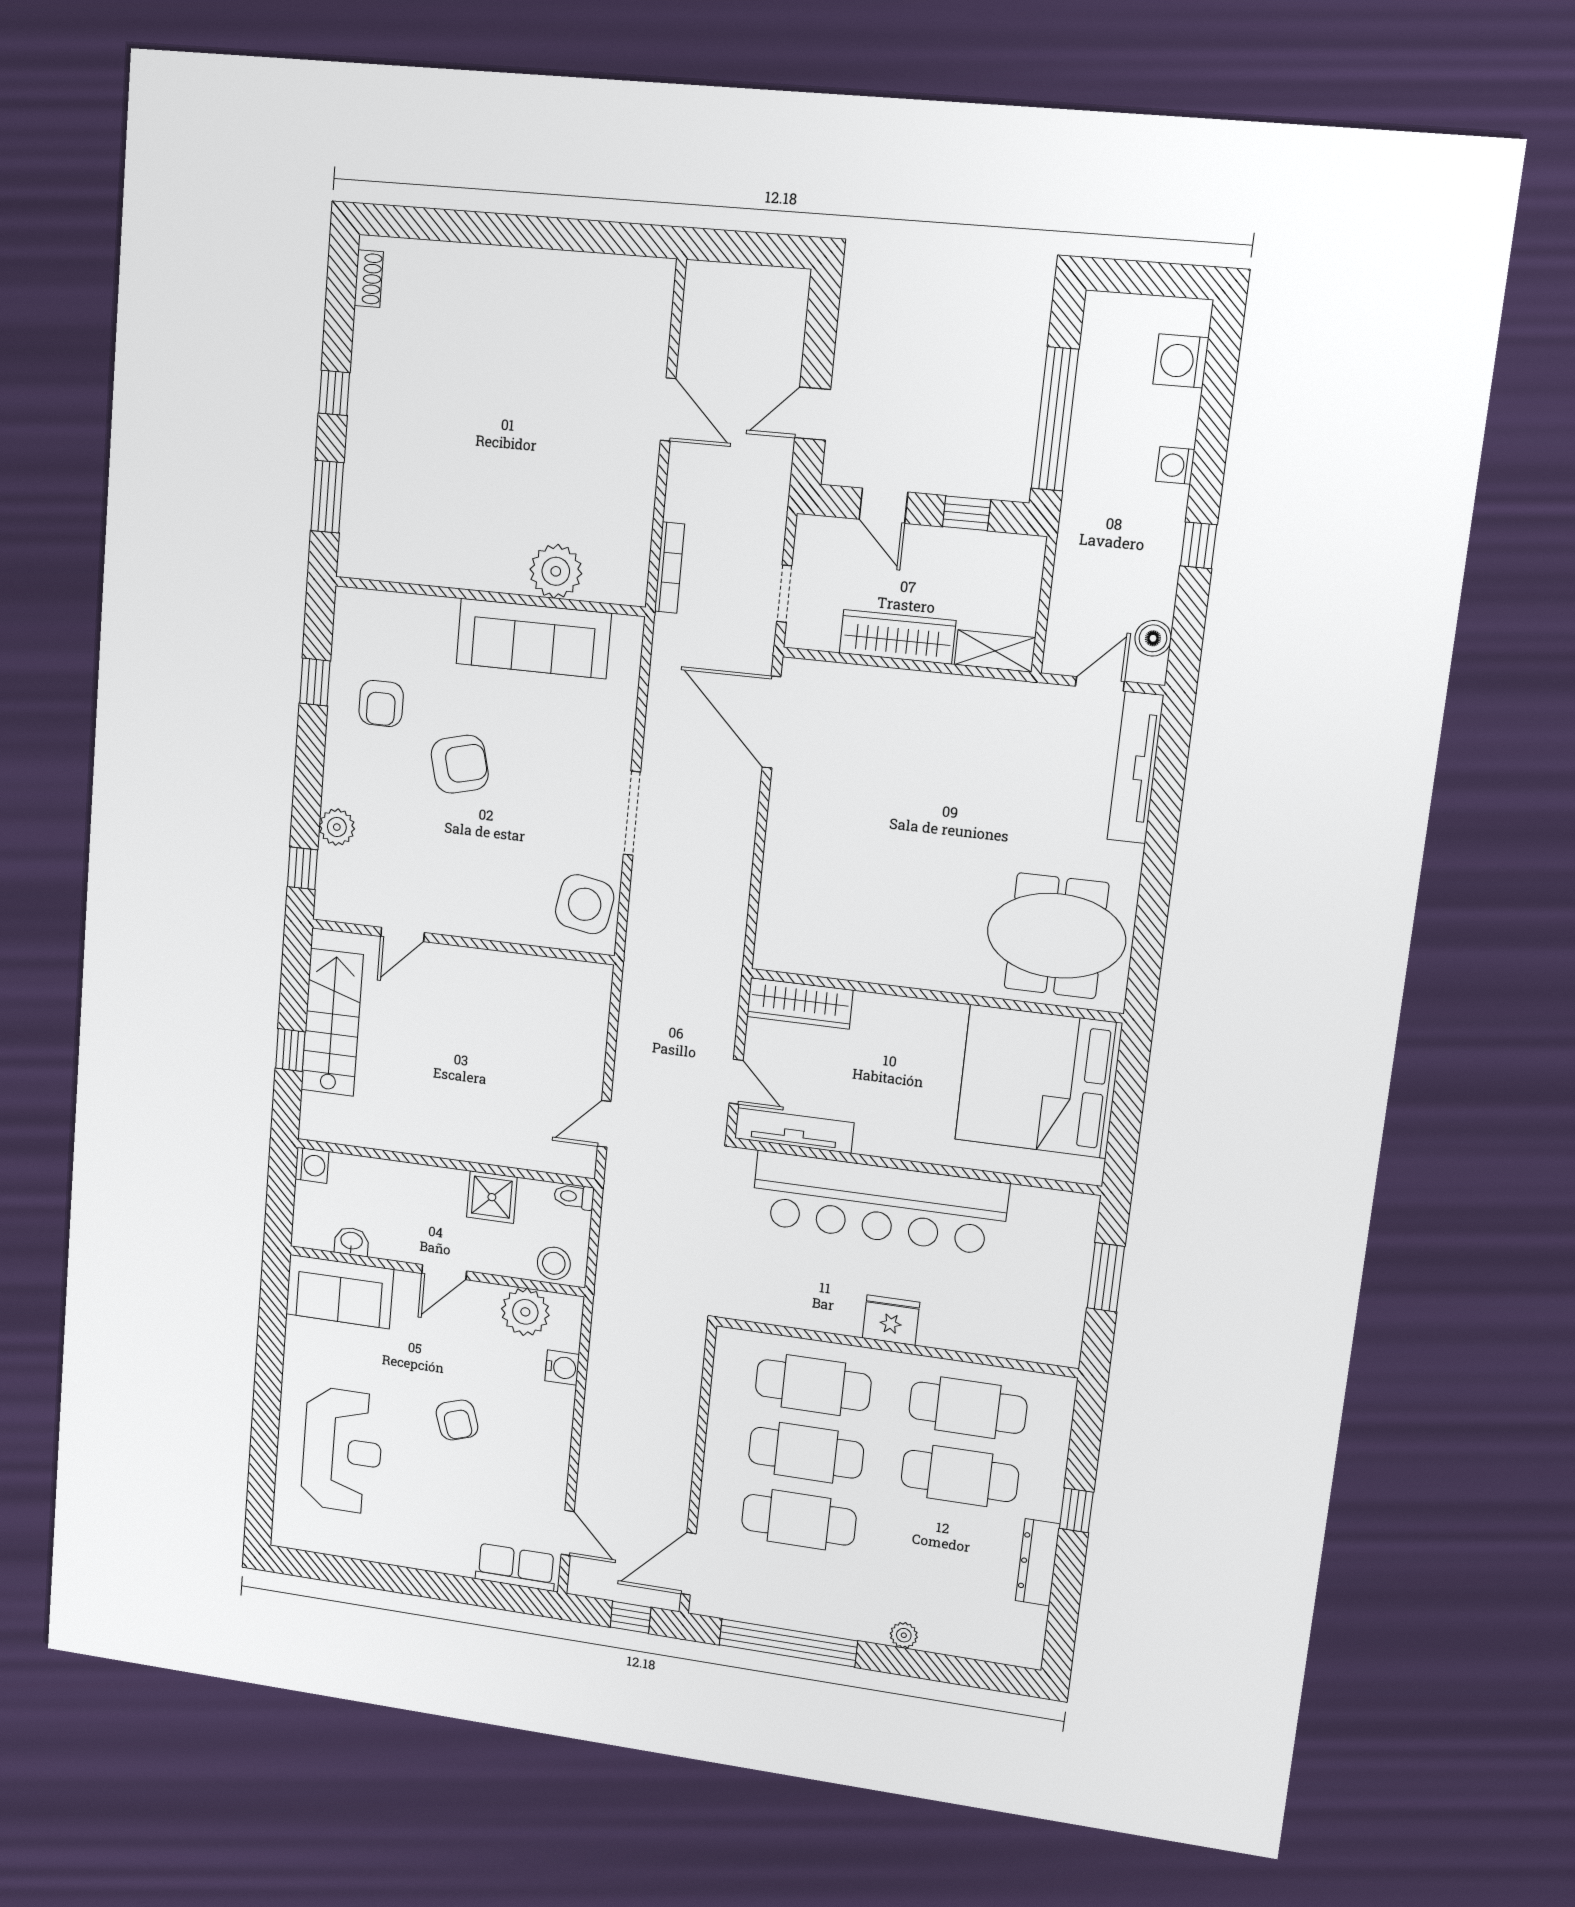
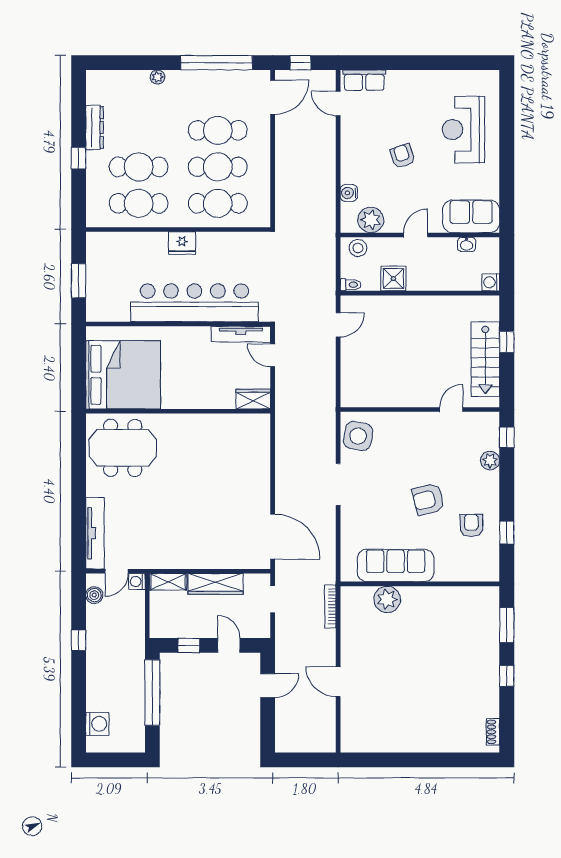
washing machine: (1175, 465) -> (137, 581), moved, turned 180
wardrobe: (800, 1003) -> (253, 399), width x0.67

